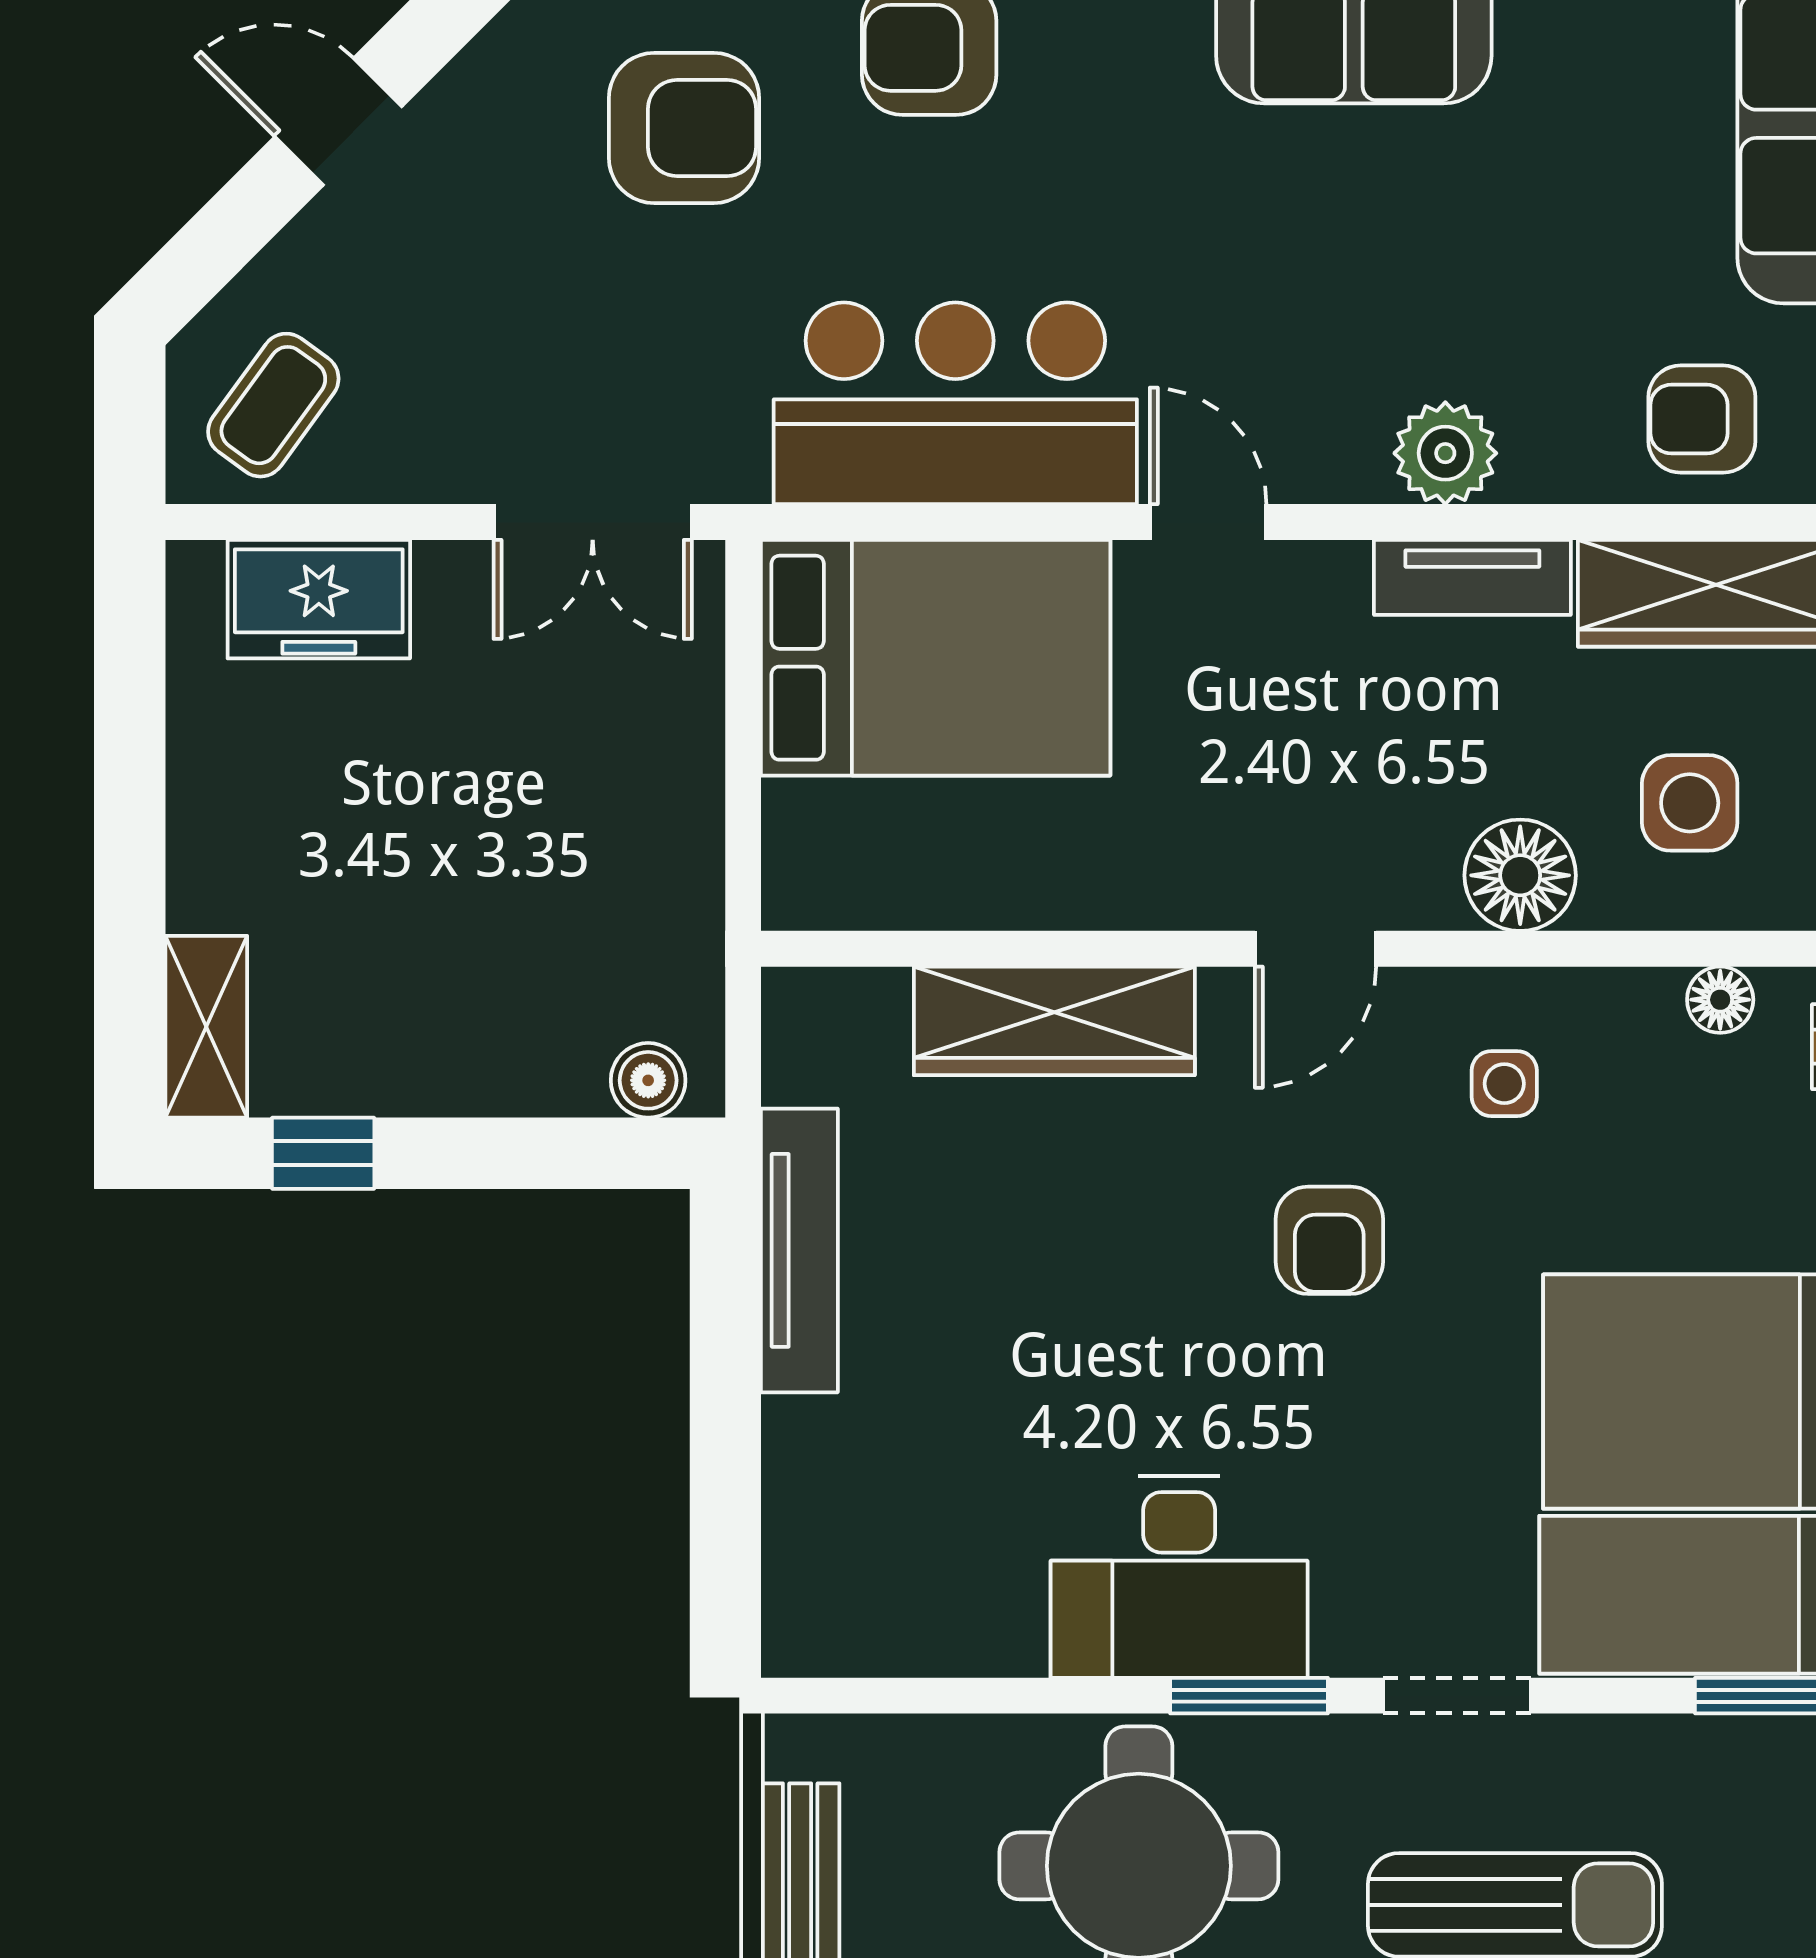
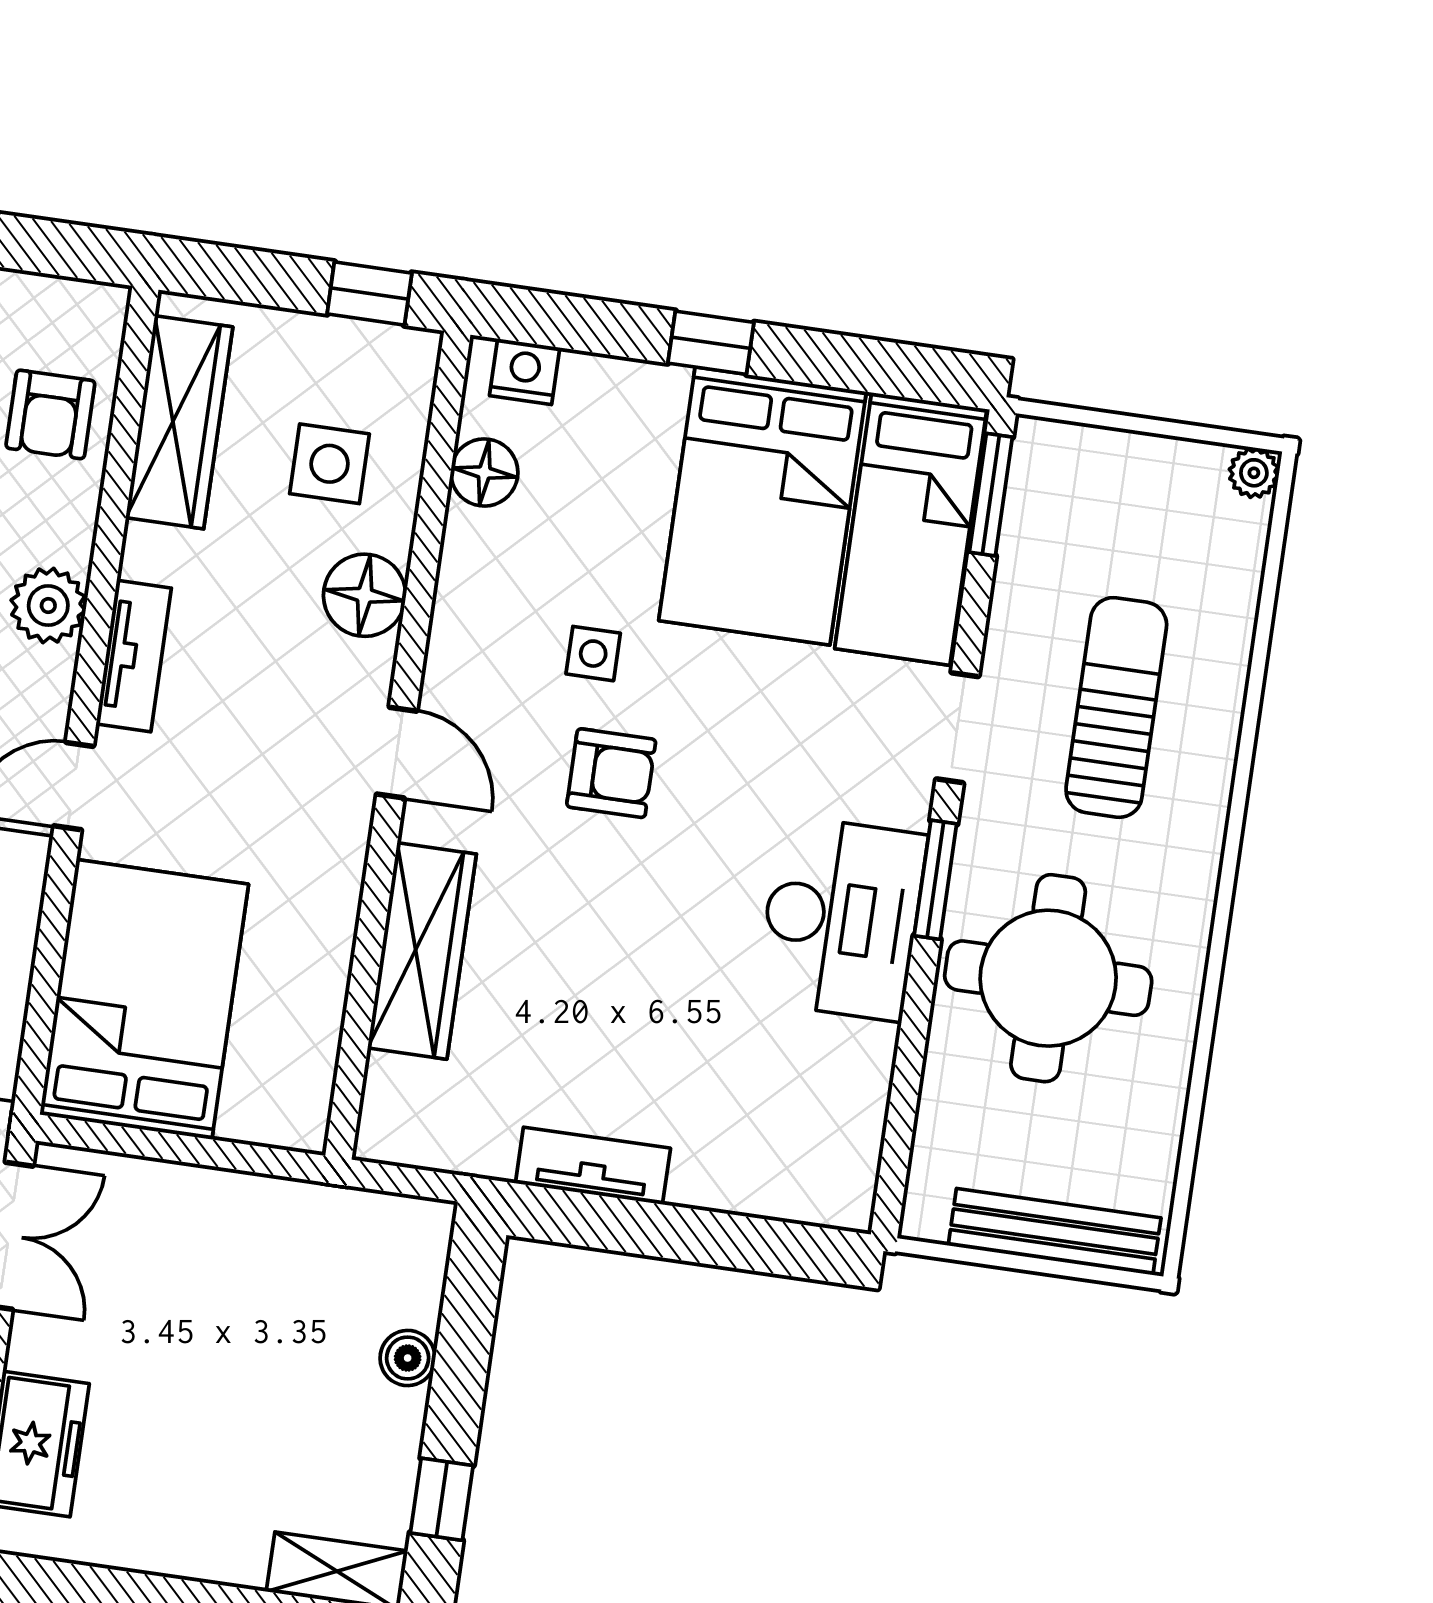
tv unit: (1472, 577) -> (134, 656), moved
floor lamp: (1720, 1000) -> (484, 473), width x1.37, depth x1.37
boiler: (648, 1080) -> (408, 1358), moved
side table: (1504, 1084) -> (593, 654), moved
tv unit: (799, 1250) -> (593, 1166), width x0.71

